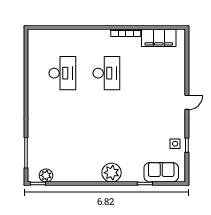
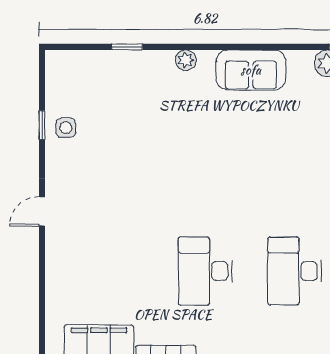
sofa: (161, 172) -> (251, 70), moved
plant: (111, 173) -> (186, 60), width x0.53, depth x0.53

